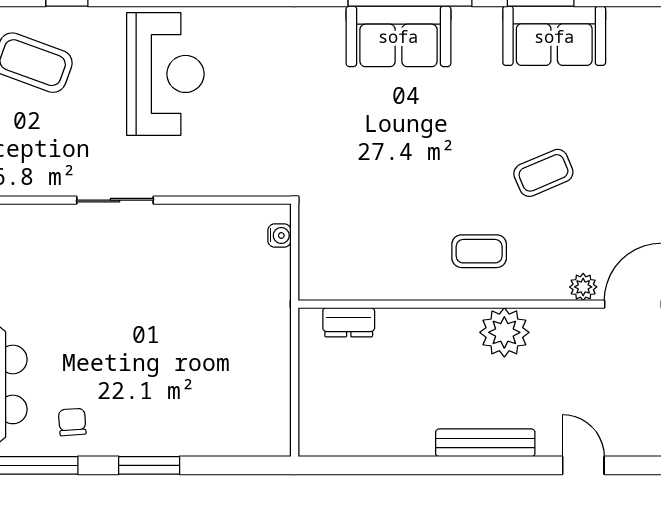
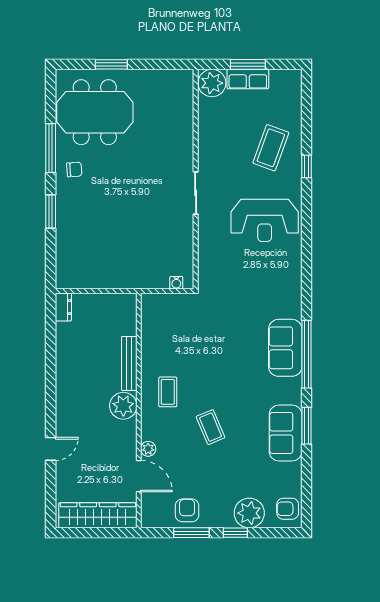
dresser: (349, 322) -> (63, 307), moved, turned 180
bench: (485, 443) -> (129, 363), moved

